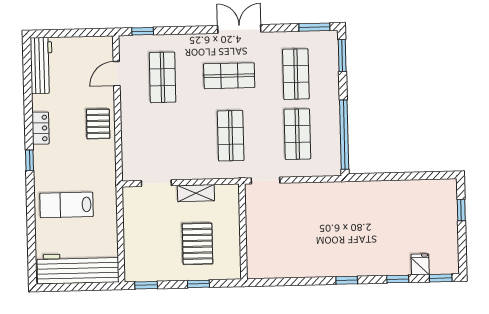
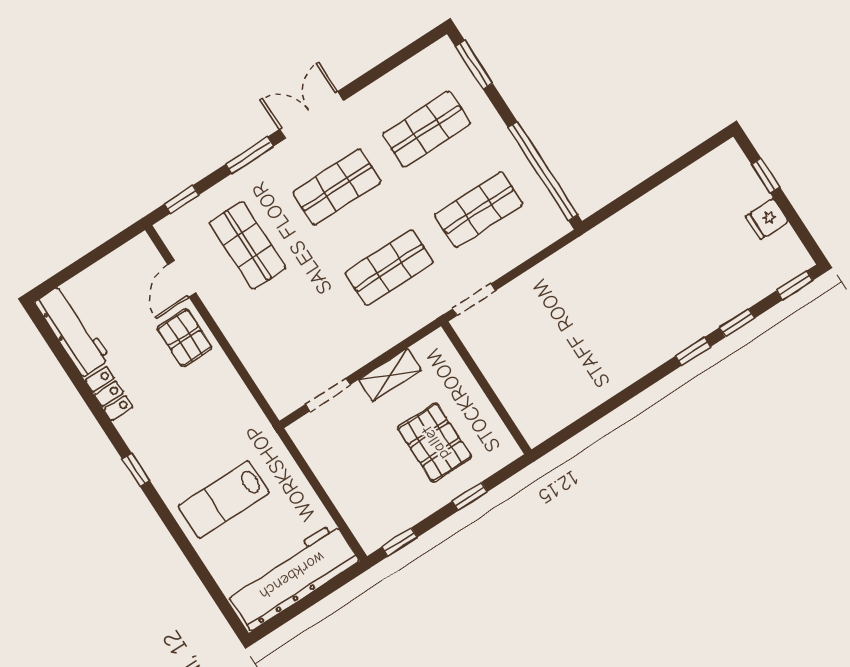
window: (314, 27) -> (249, 155), moved
shop shelf: (296, 74) -> (426, 129), turned 90
pallet: (98, 124) -> (184, 338), moved
locker: (40, 128) -> (109, 394), moved
shop shelf: (297, 134) -> (479, 210), turned 90
shop shelf: (231, 136) -> (389, 268), turned 90
fridge: (420, 264) -> (767, 219), moved, turned -90
window: (347, 280) -> (693, 351), moved

